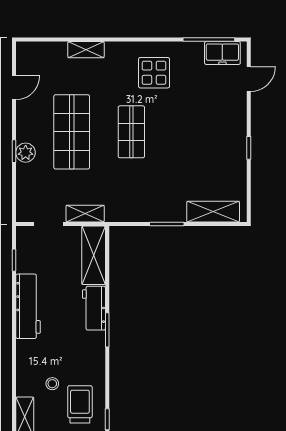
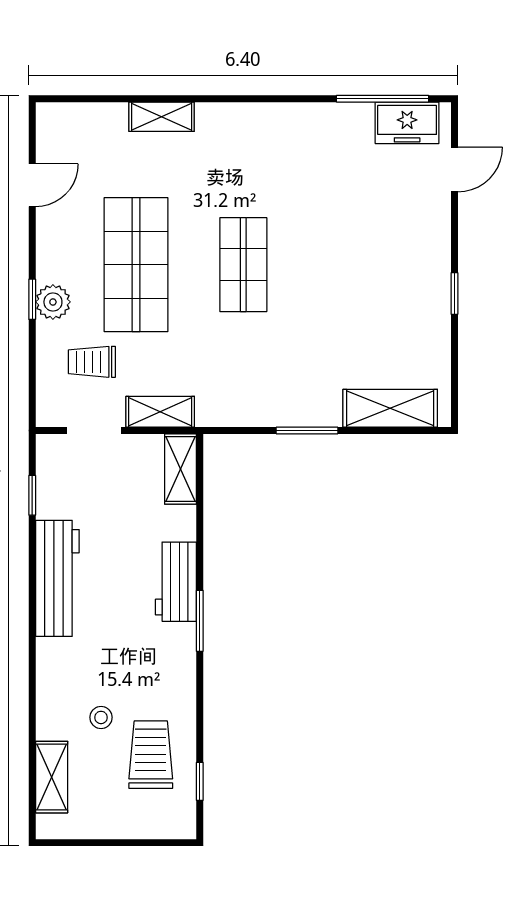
display table: (154, 73) -> (284, 158), removed
trolley: (47, 186) -> (92, 362), added
shelving: (94, 255) -> (181, 469), width x0.67, depth x0.75

